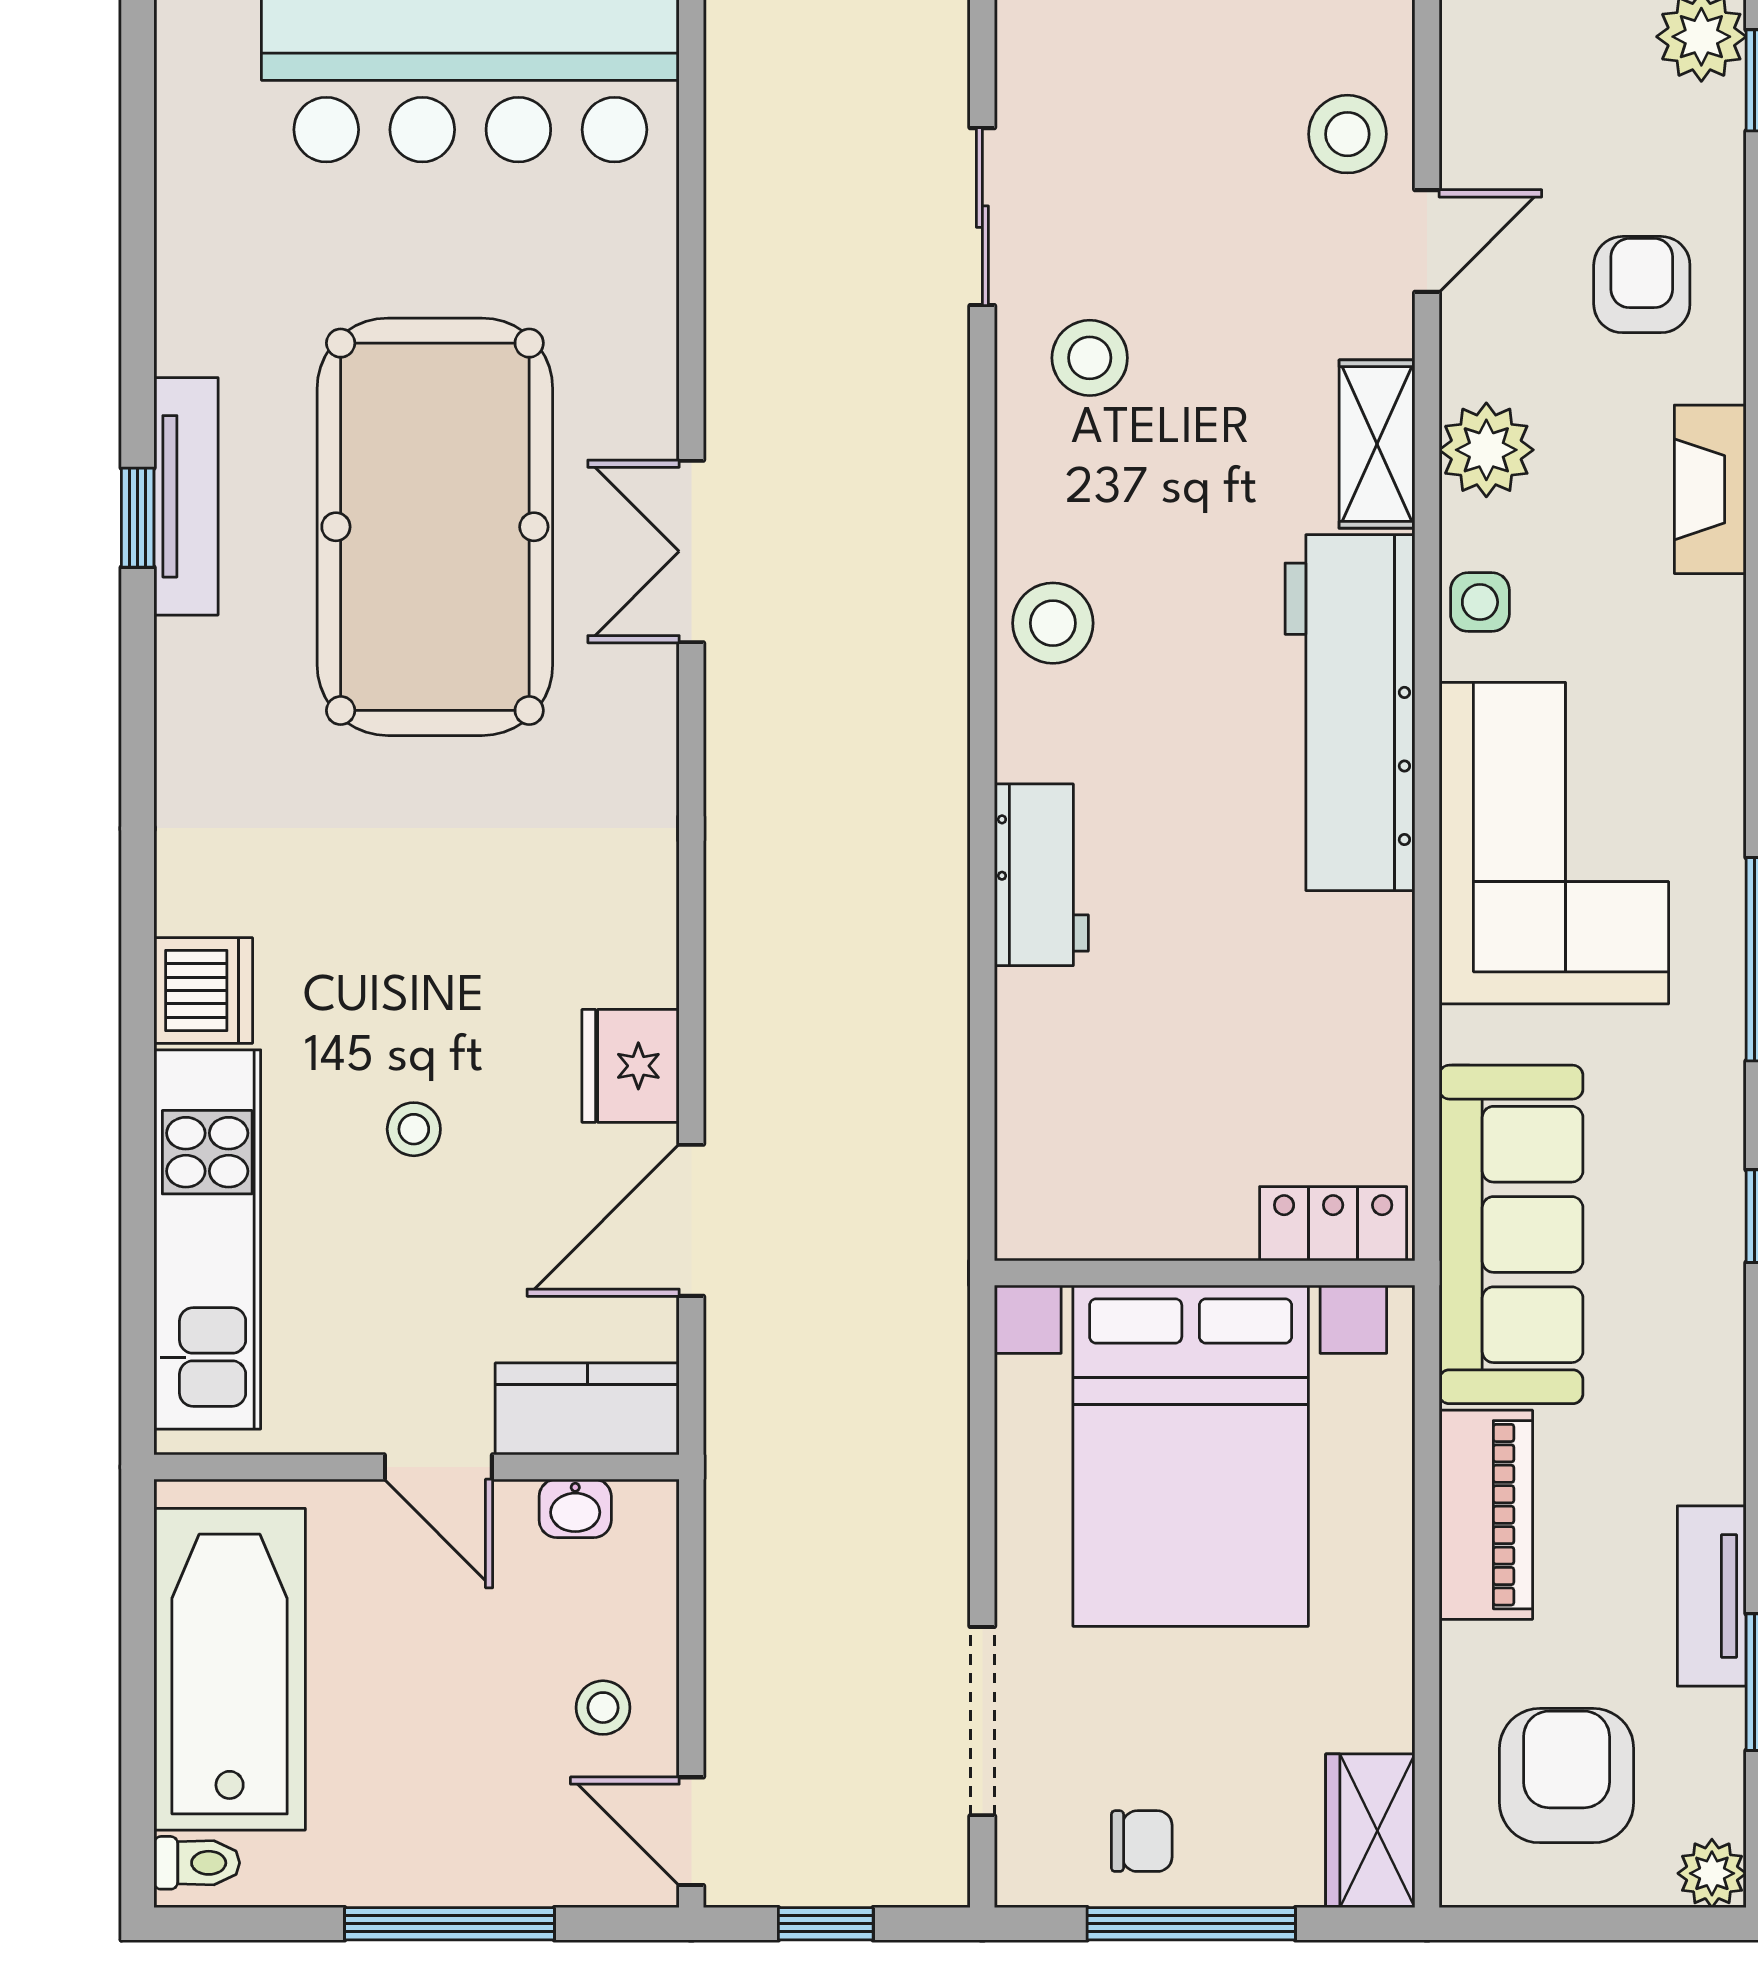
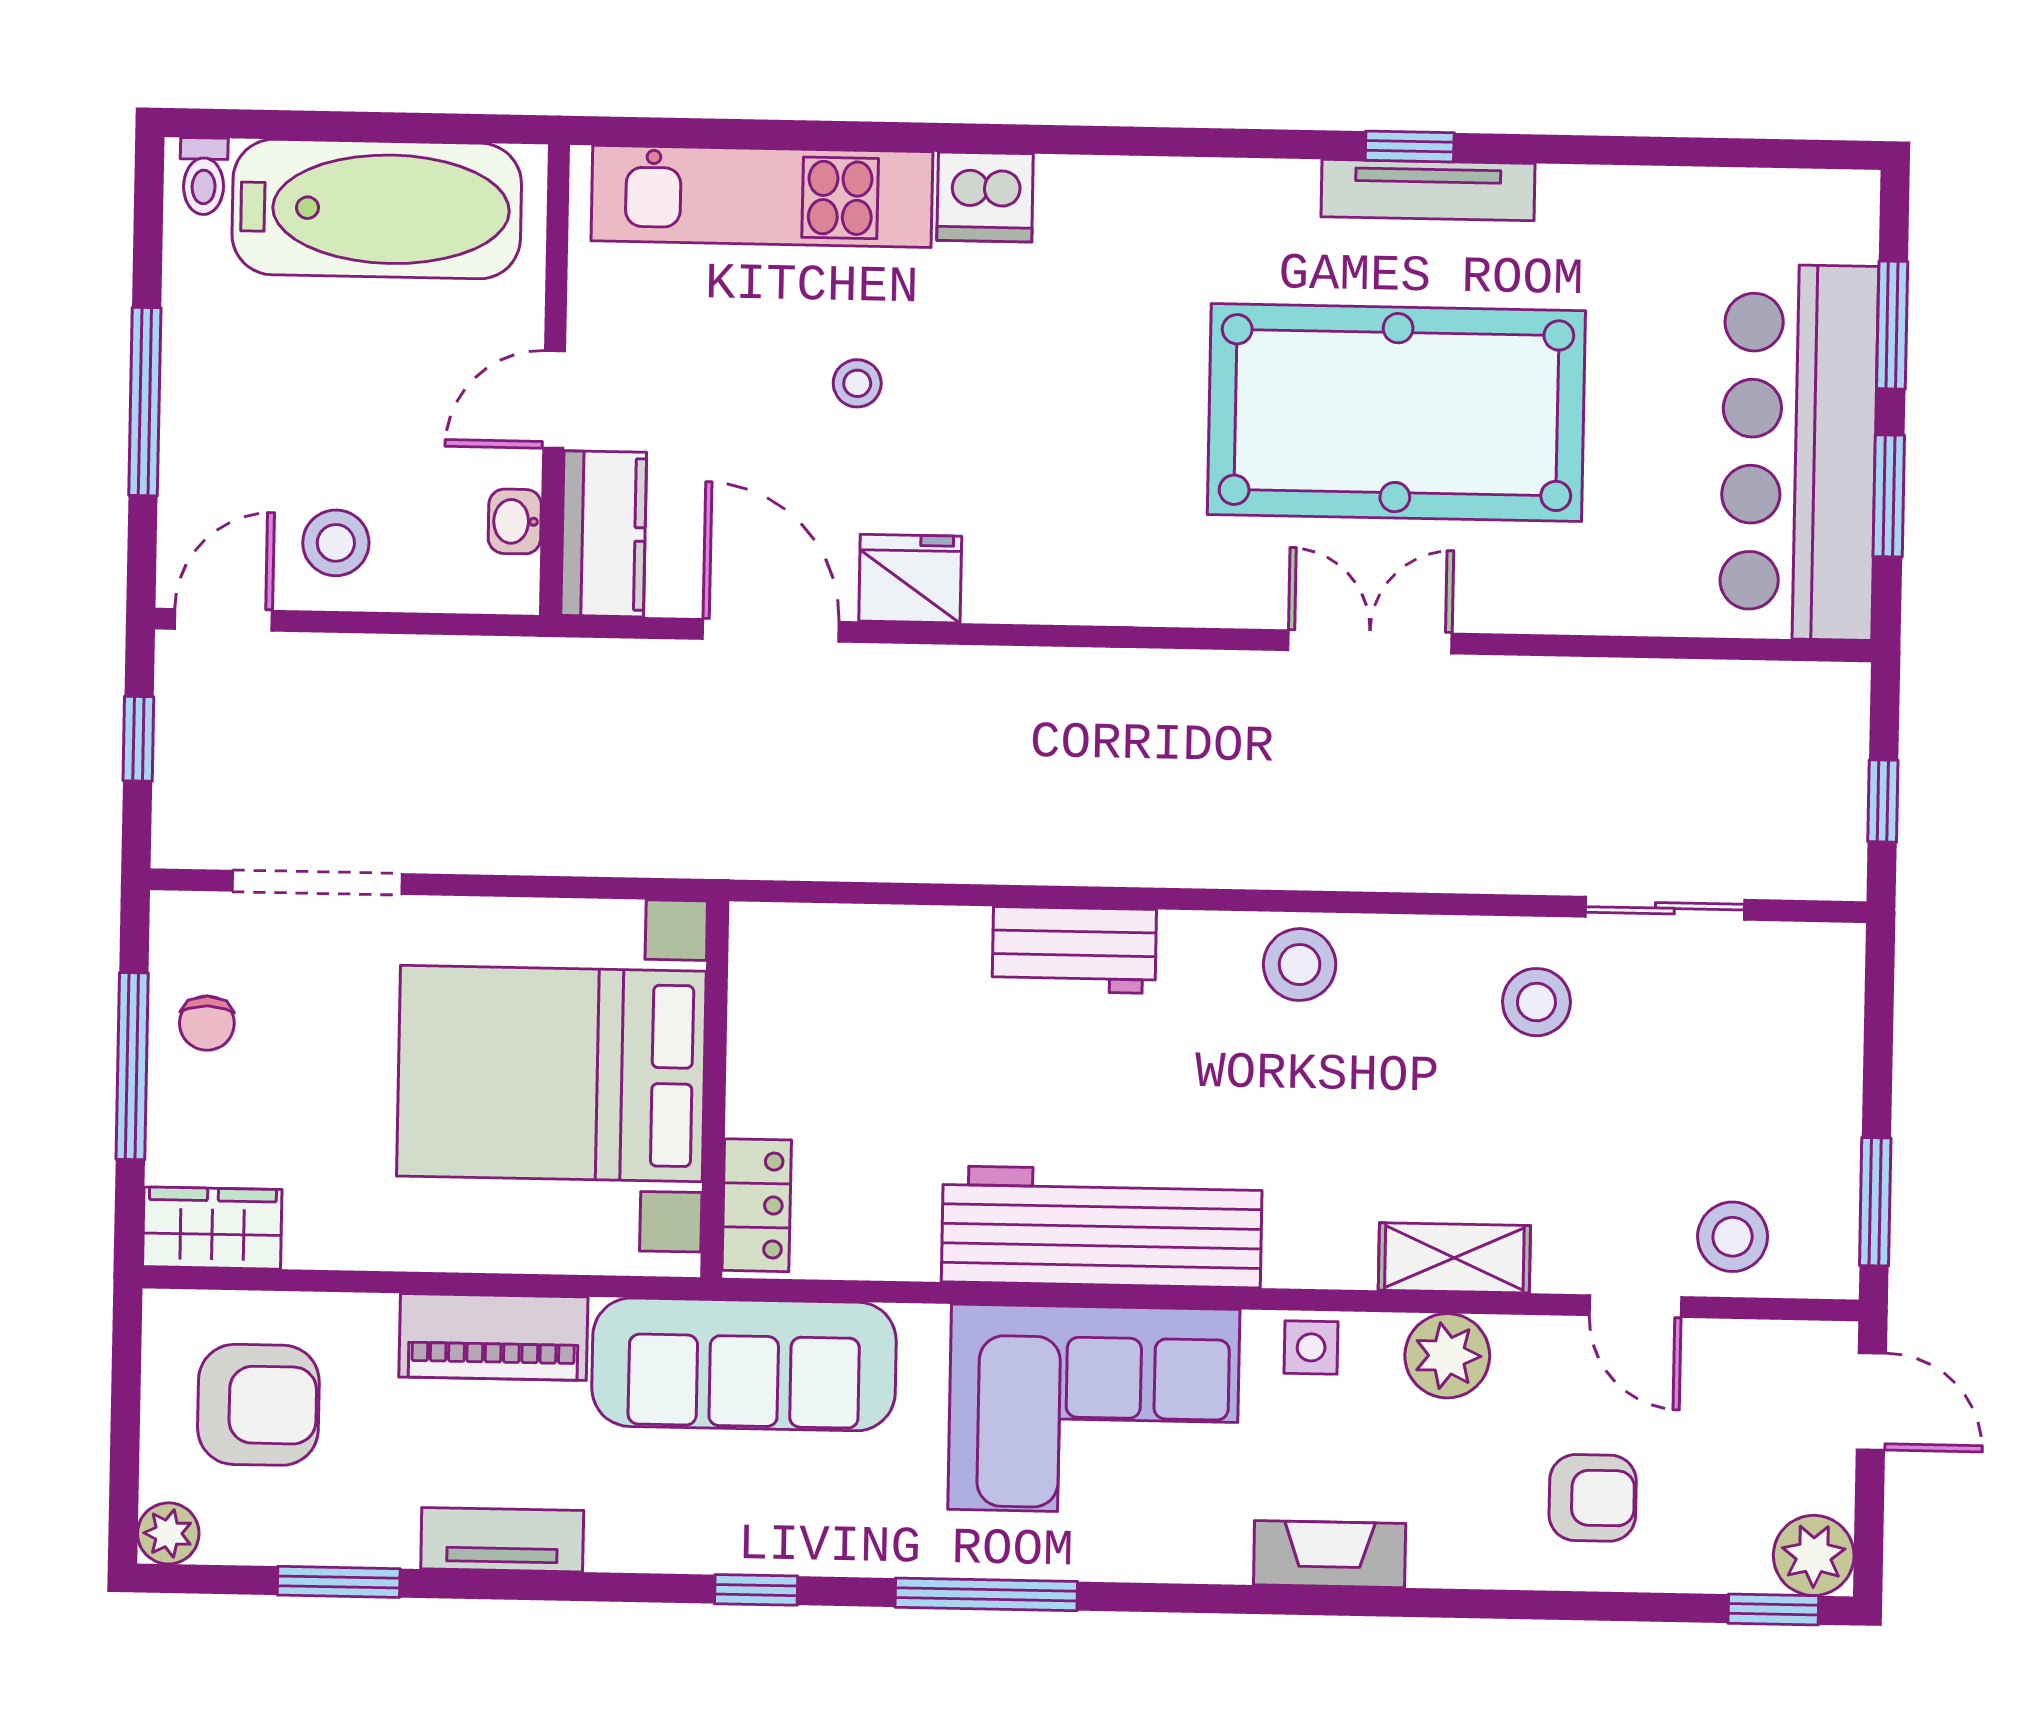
fireplace: (1710, 489) -> (1330, 1554), moved
workbench: (1350, 713) -> (1102, 1227), moved
tv unit: (1712, 1596) -> (502, 1540), moved
stool: (603, 1708) -> (336, 543), width x1.37, depth x1.37

